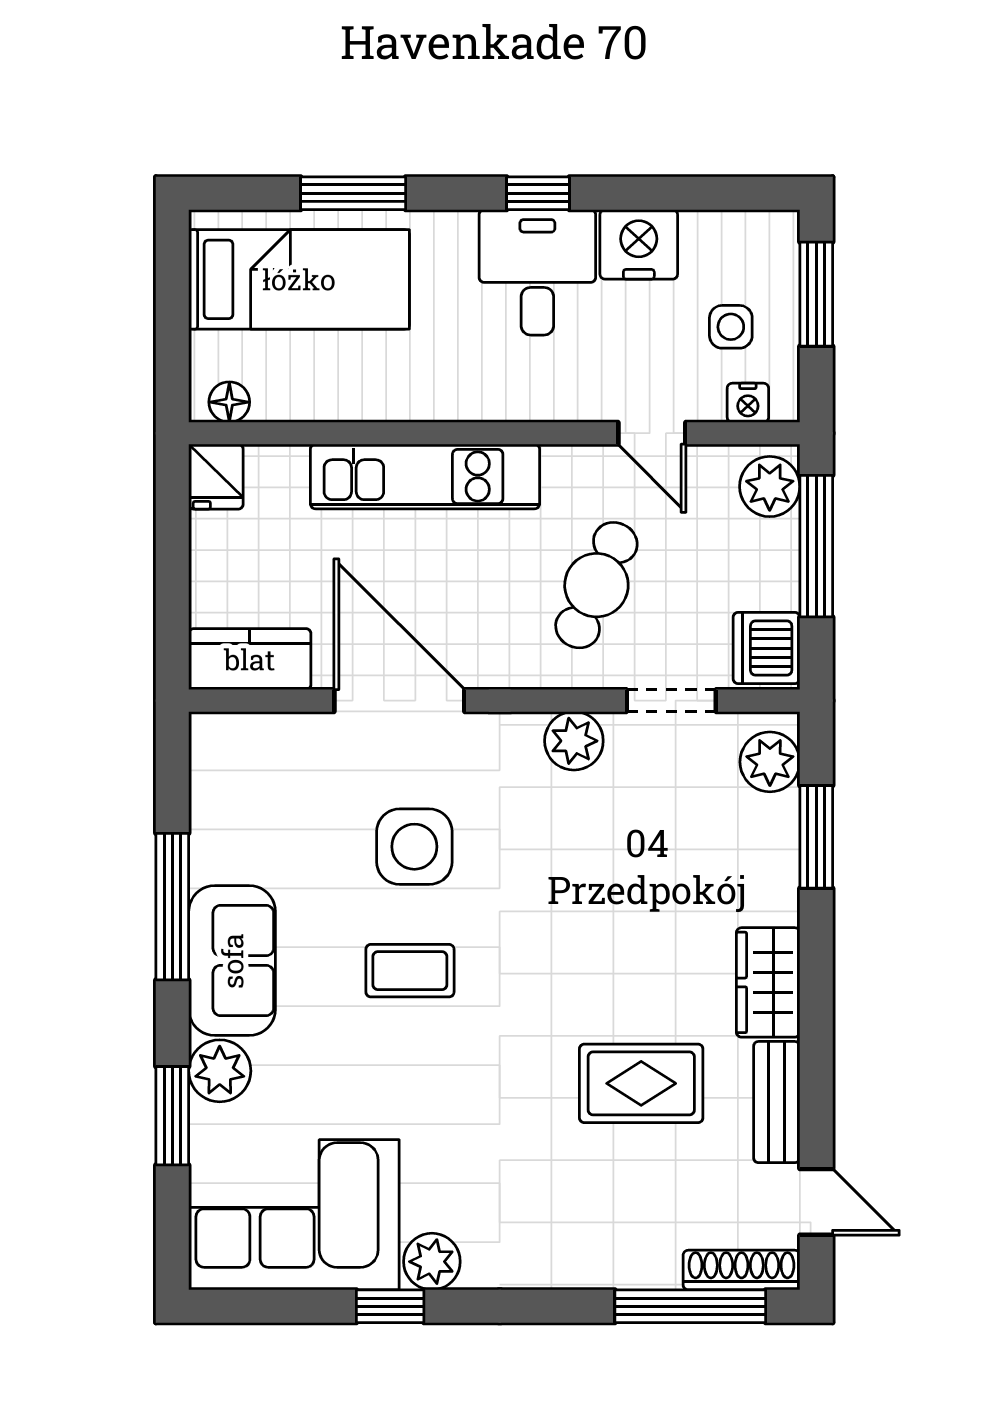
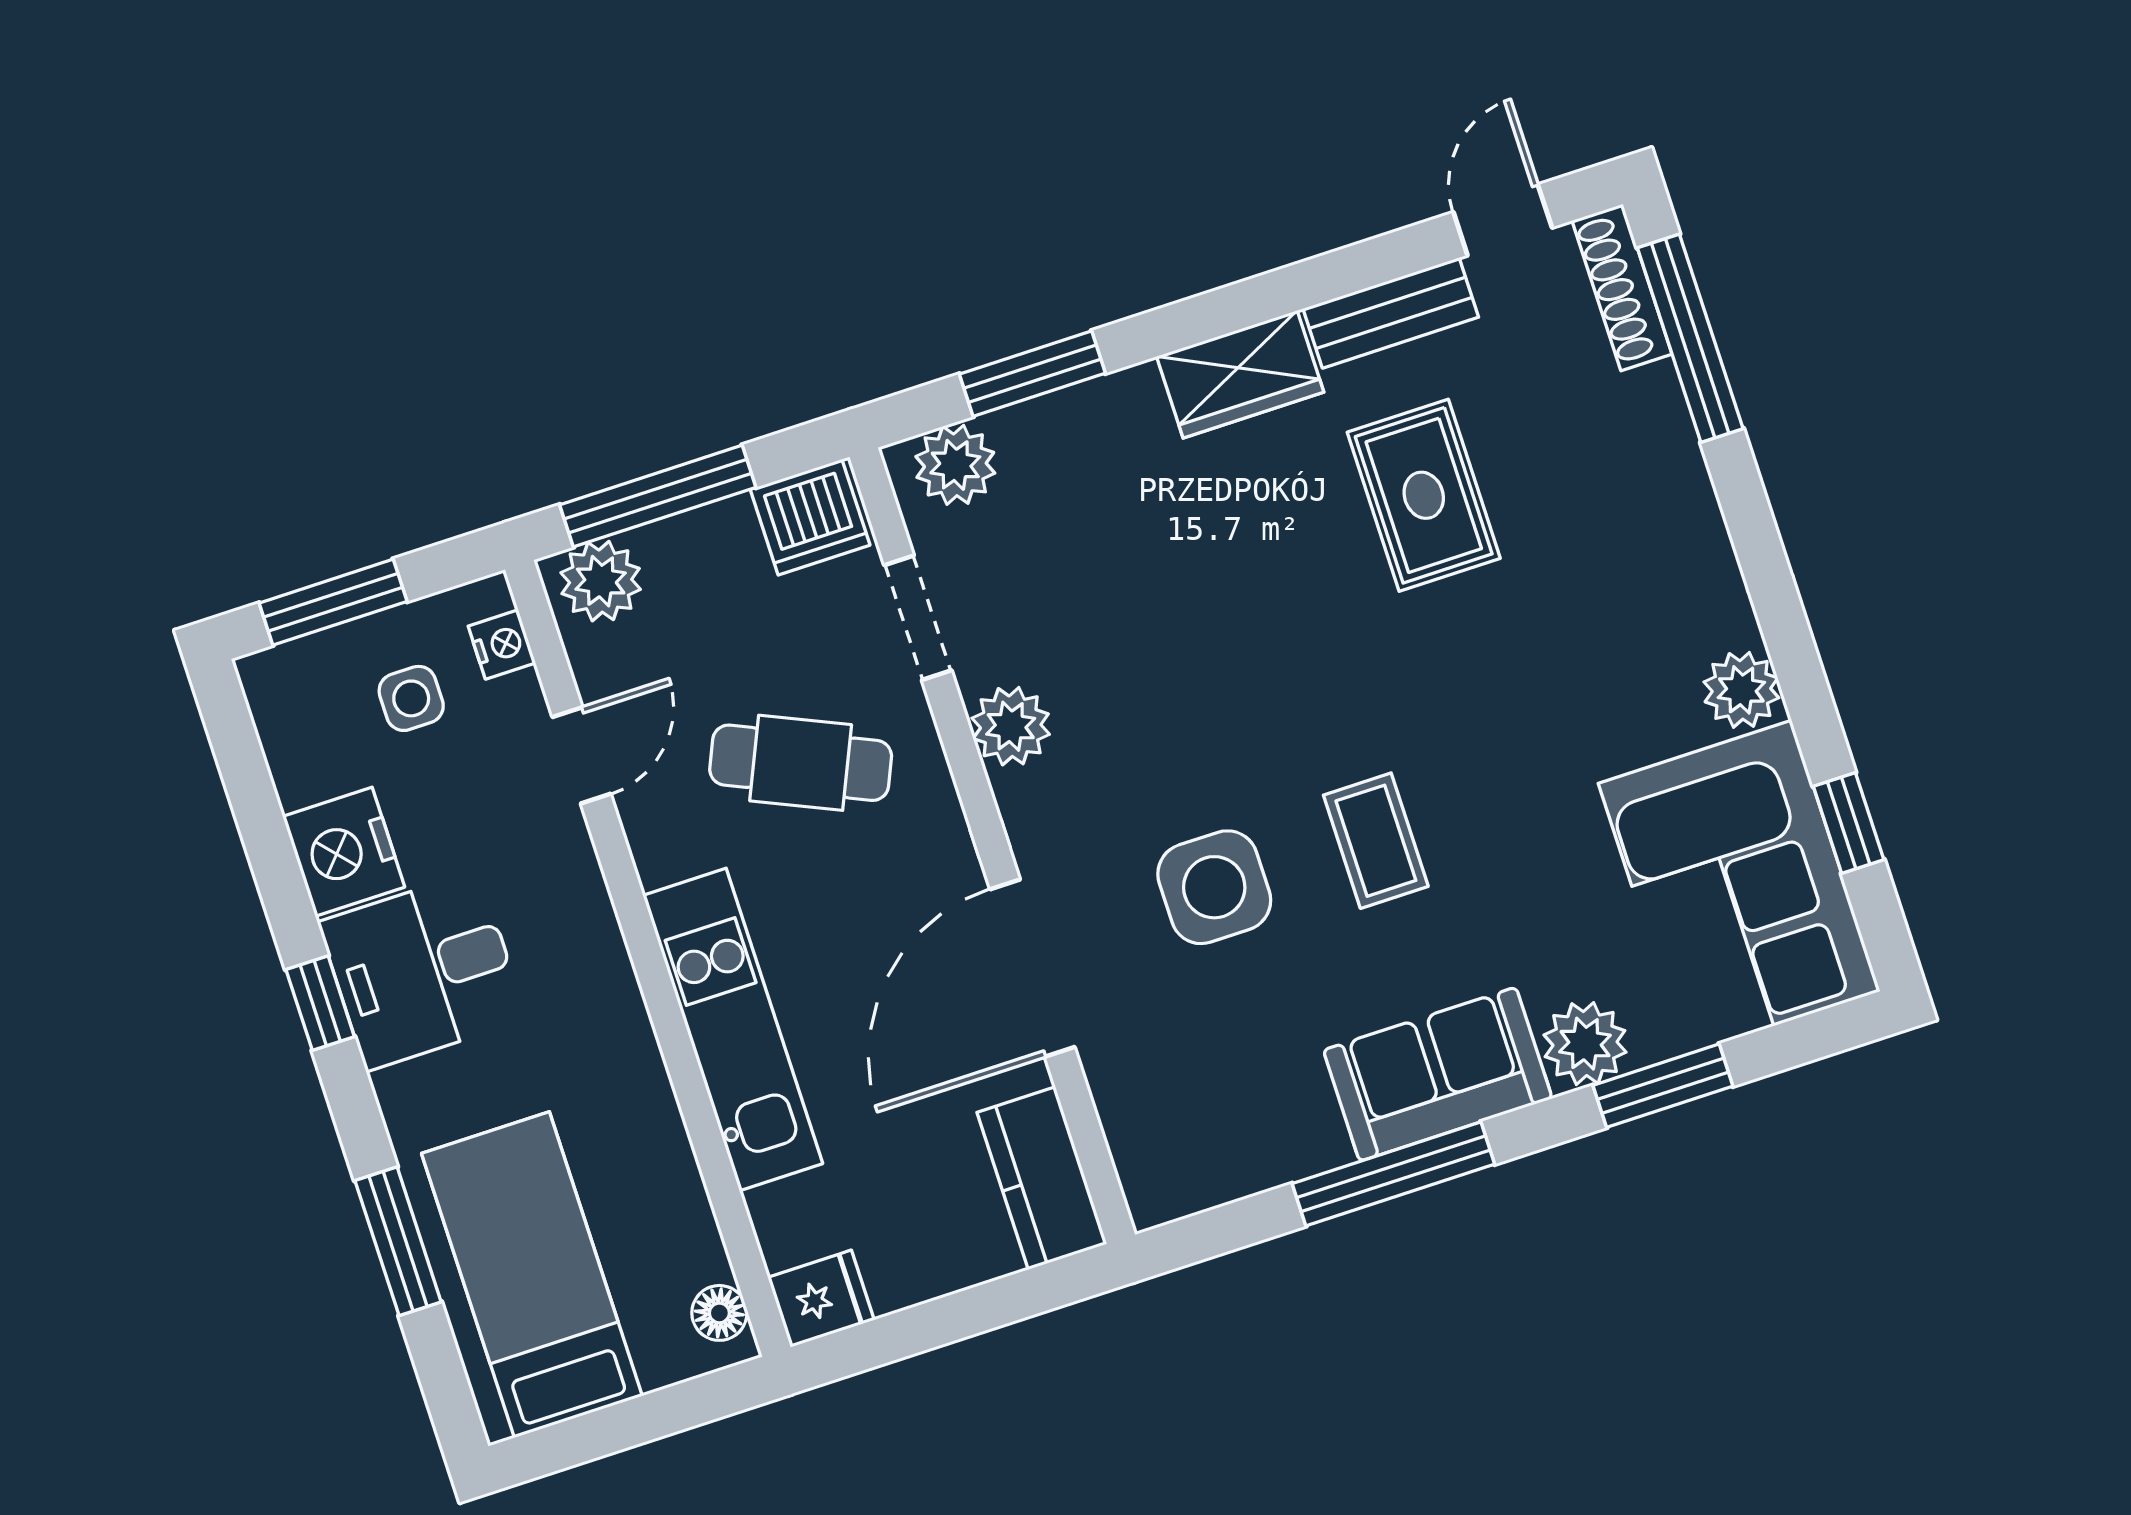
window: (390, 1306) -> (1849, 823), moved

